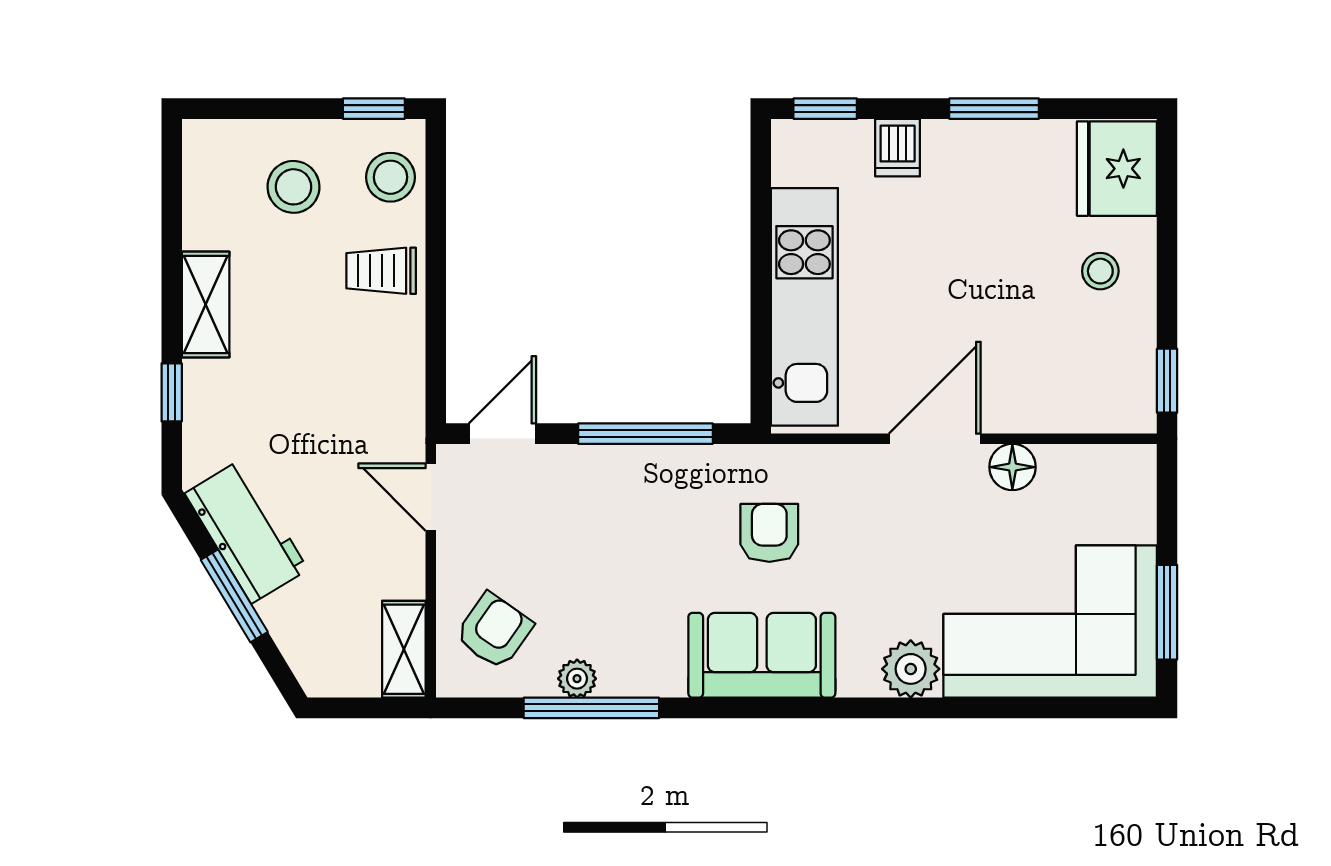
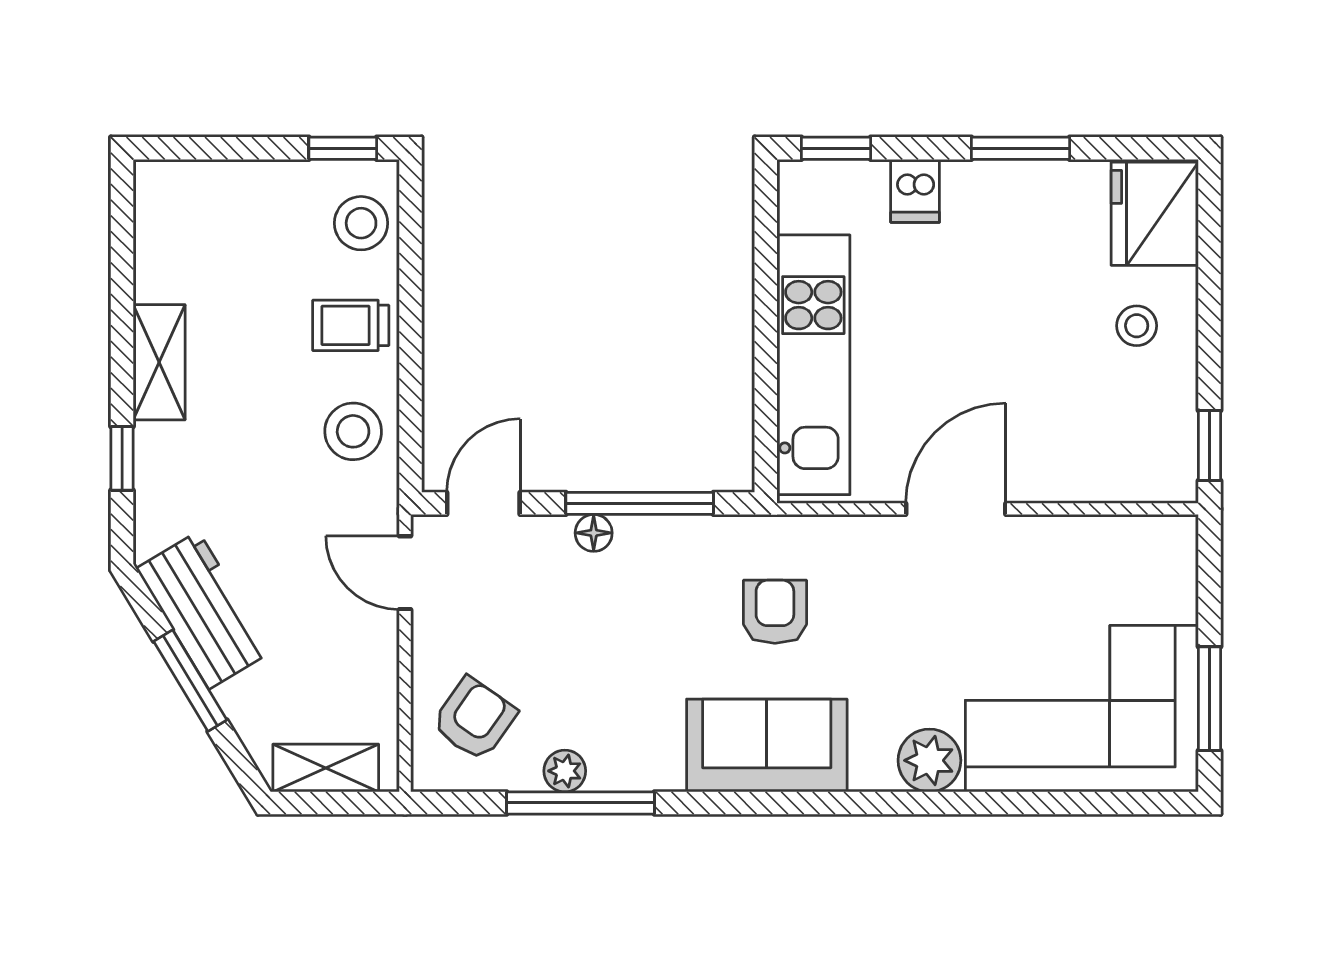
stool: (293, 187) -> (353, 431), moved
floor lamp: (1012, 467) -> (594, 533), moved, width x0.73, depth x0.73
shelving: (404, 649) -> (326, 768), moved, turned 90

